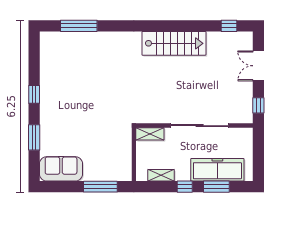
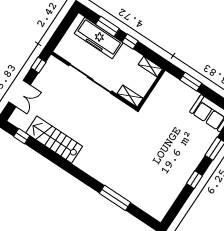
window: (79, 26) -> (115, 198), moved
stairs: (174, 43) -> (54, 140), moved
shelving: (161, 175) -> (150, 67), moved
window: (100, 187) -> (191, 82), width x0.69

